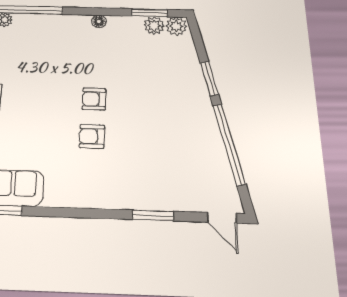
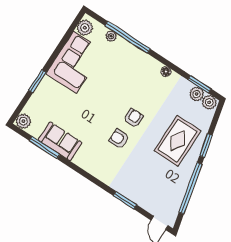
rug: (169, 94) -> (177, 141), added
armchair: (94, 99) -> (133, 118), turned 90

